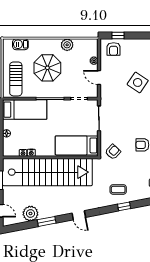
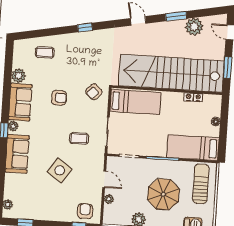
coffee table: (118, 189) -> (79, 138), moved

